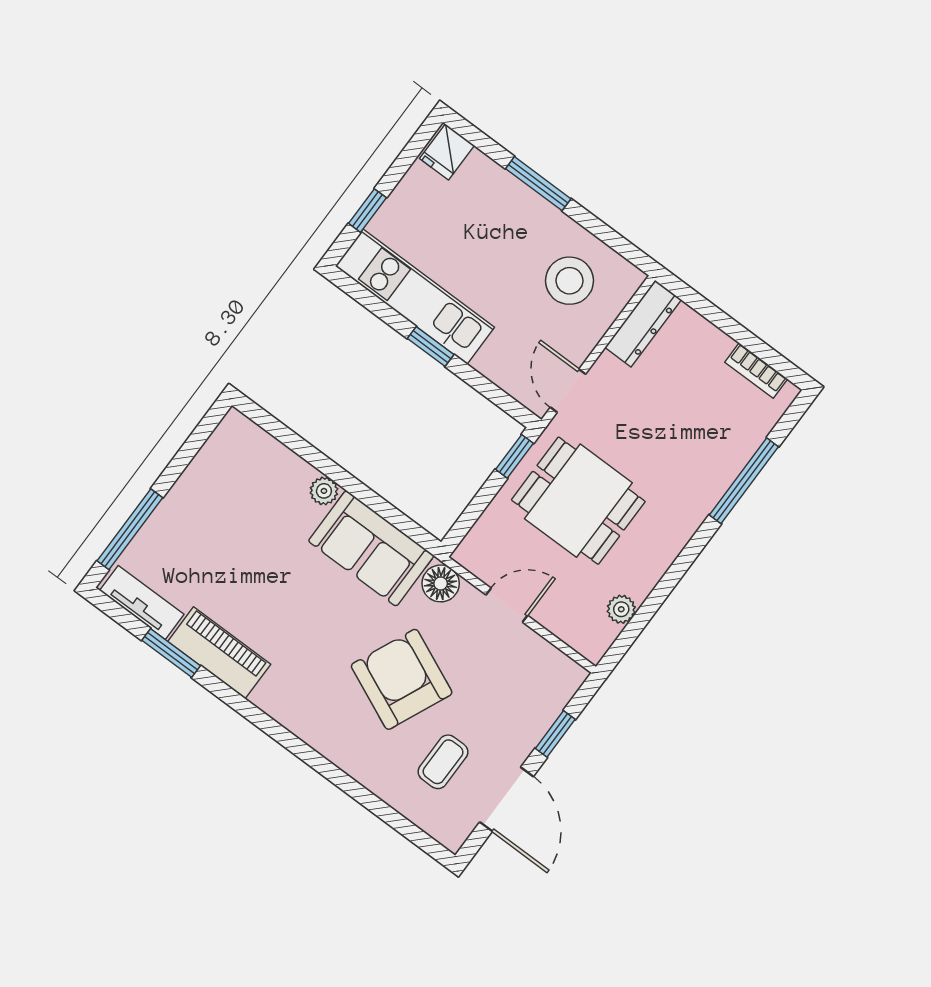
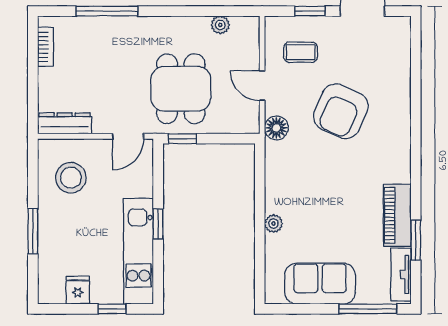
fridge: (447, 152) -> (78, 290), moved, turned -90
sofa: (371, 548) -> (320, 284), moved, turned -90
coffee table: (443, 762) -> (301, 52), moved

